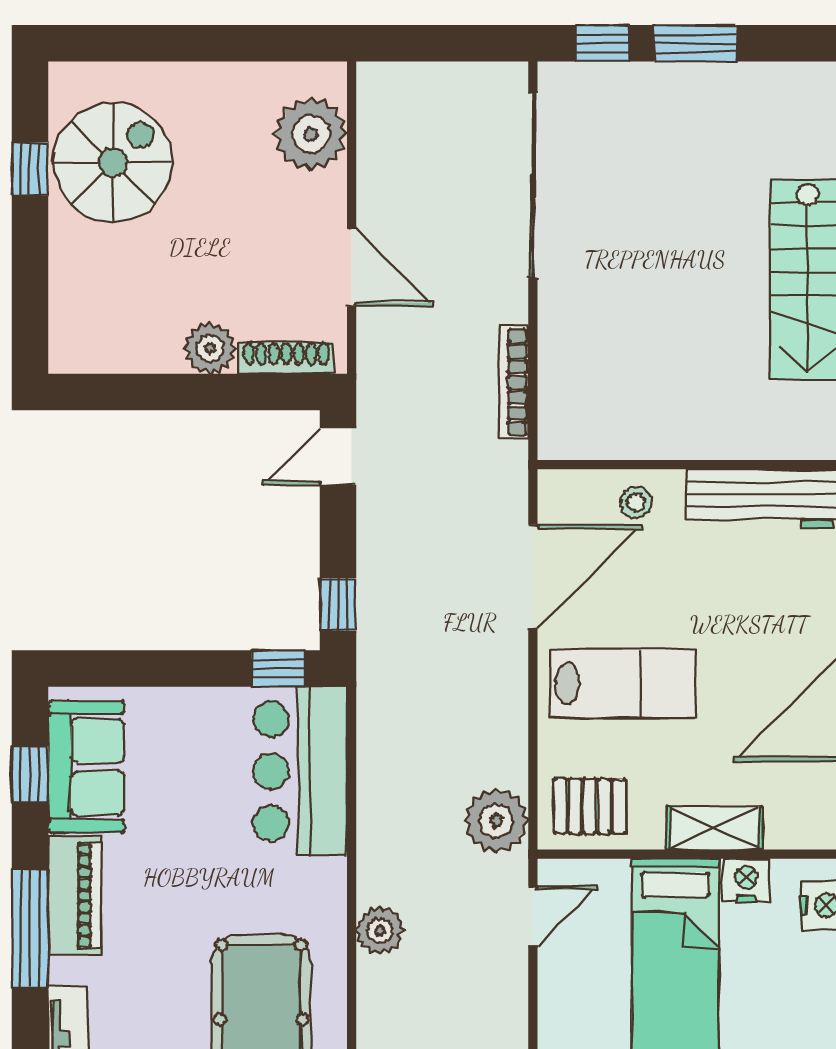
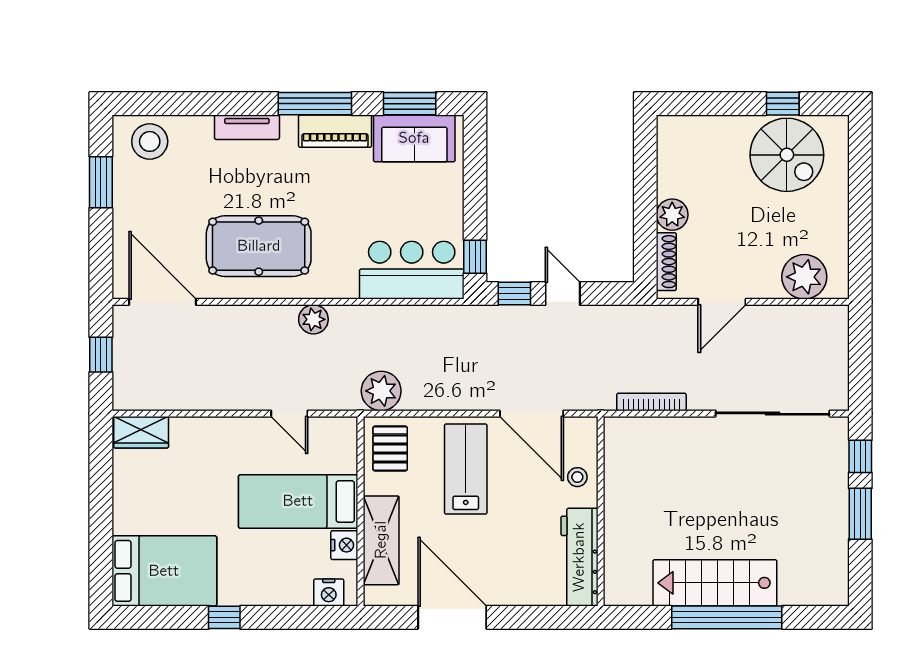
door: (338, 456) -> (563, 294), moved
lab bench: (623, 683) -> (466, 469), turned 180
window: (30, 775) -> (410, 104), width x1.50
shelving: (714, 828) -> (381, 540), width x1.50, depth x1.33
door: (533, 916) -> (289, 414), moved

